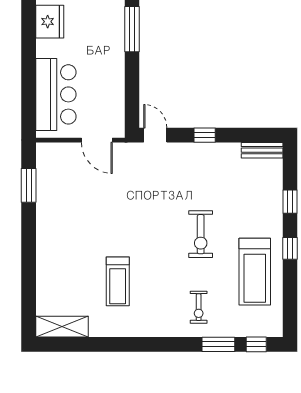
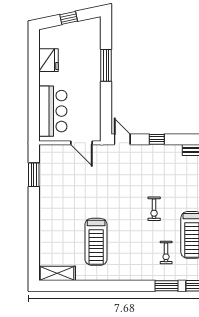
exercise bike: (201, 234) -> (154, 209), width x0.73, depth x0.72
treadmill: (118, 281) -> (96, 242), width x1.37, depth x1.38
exercise bike: (199, 307) -> (166, 252), moved

